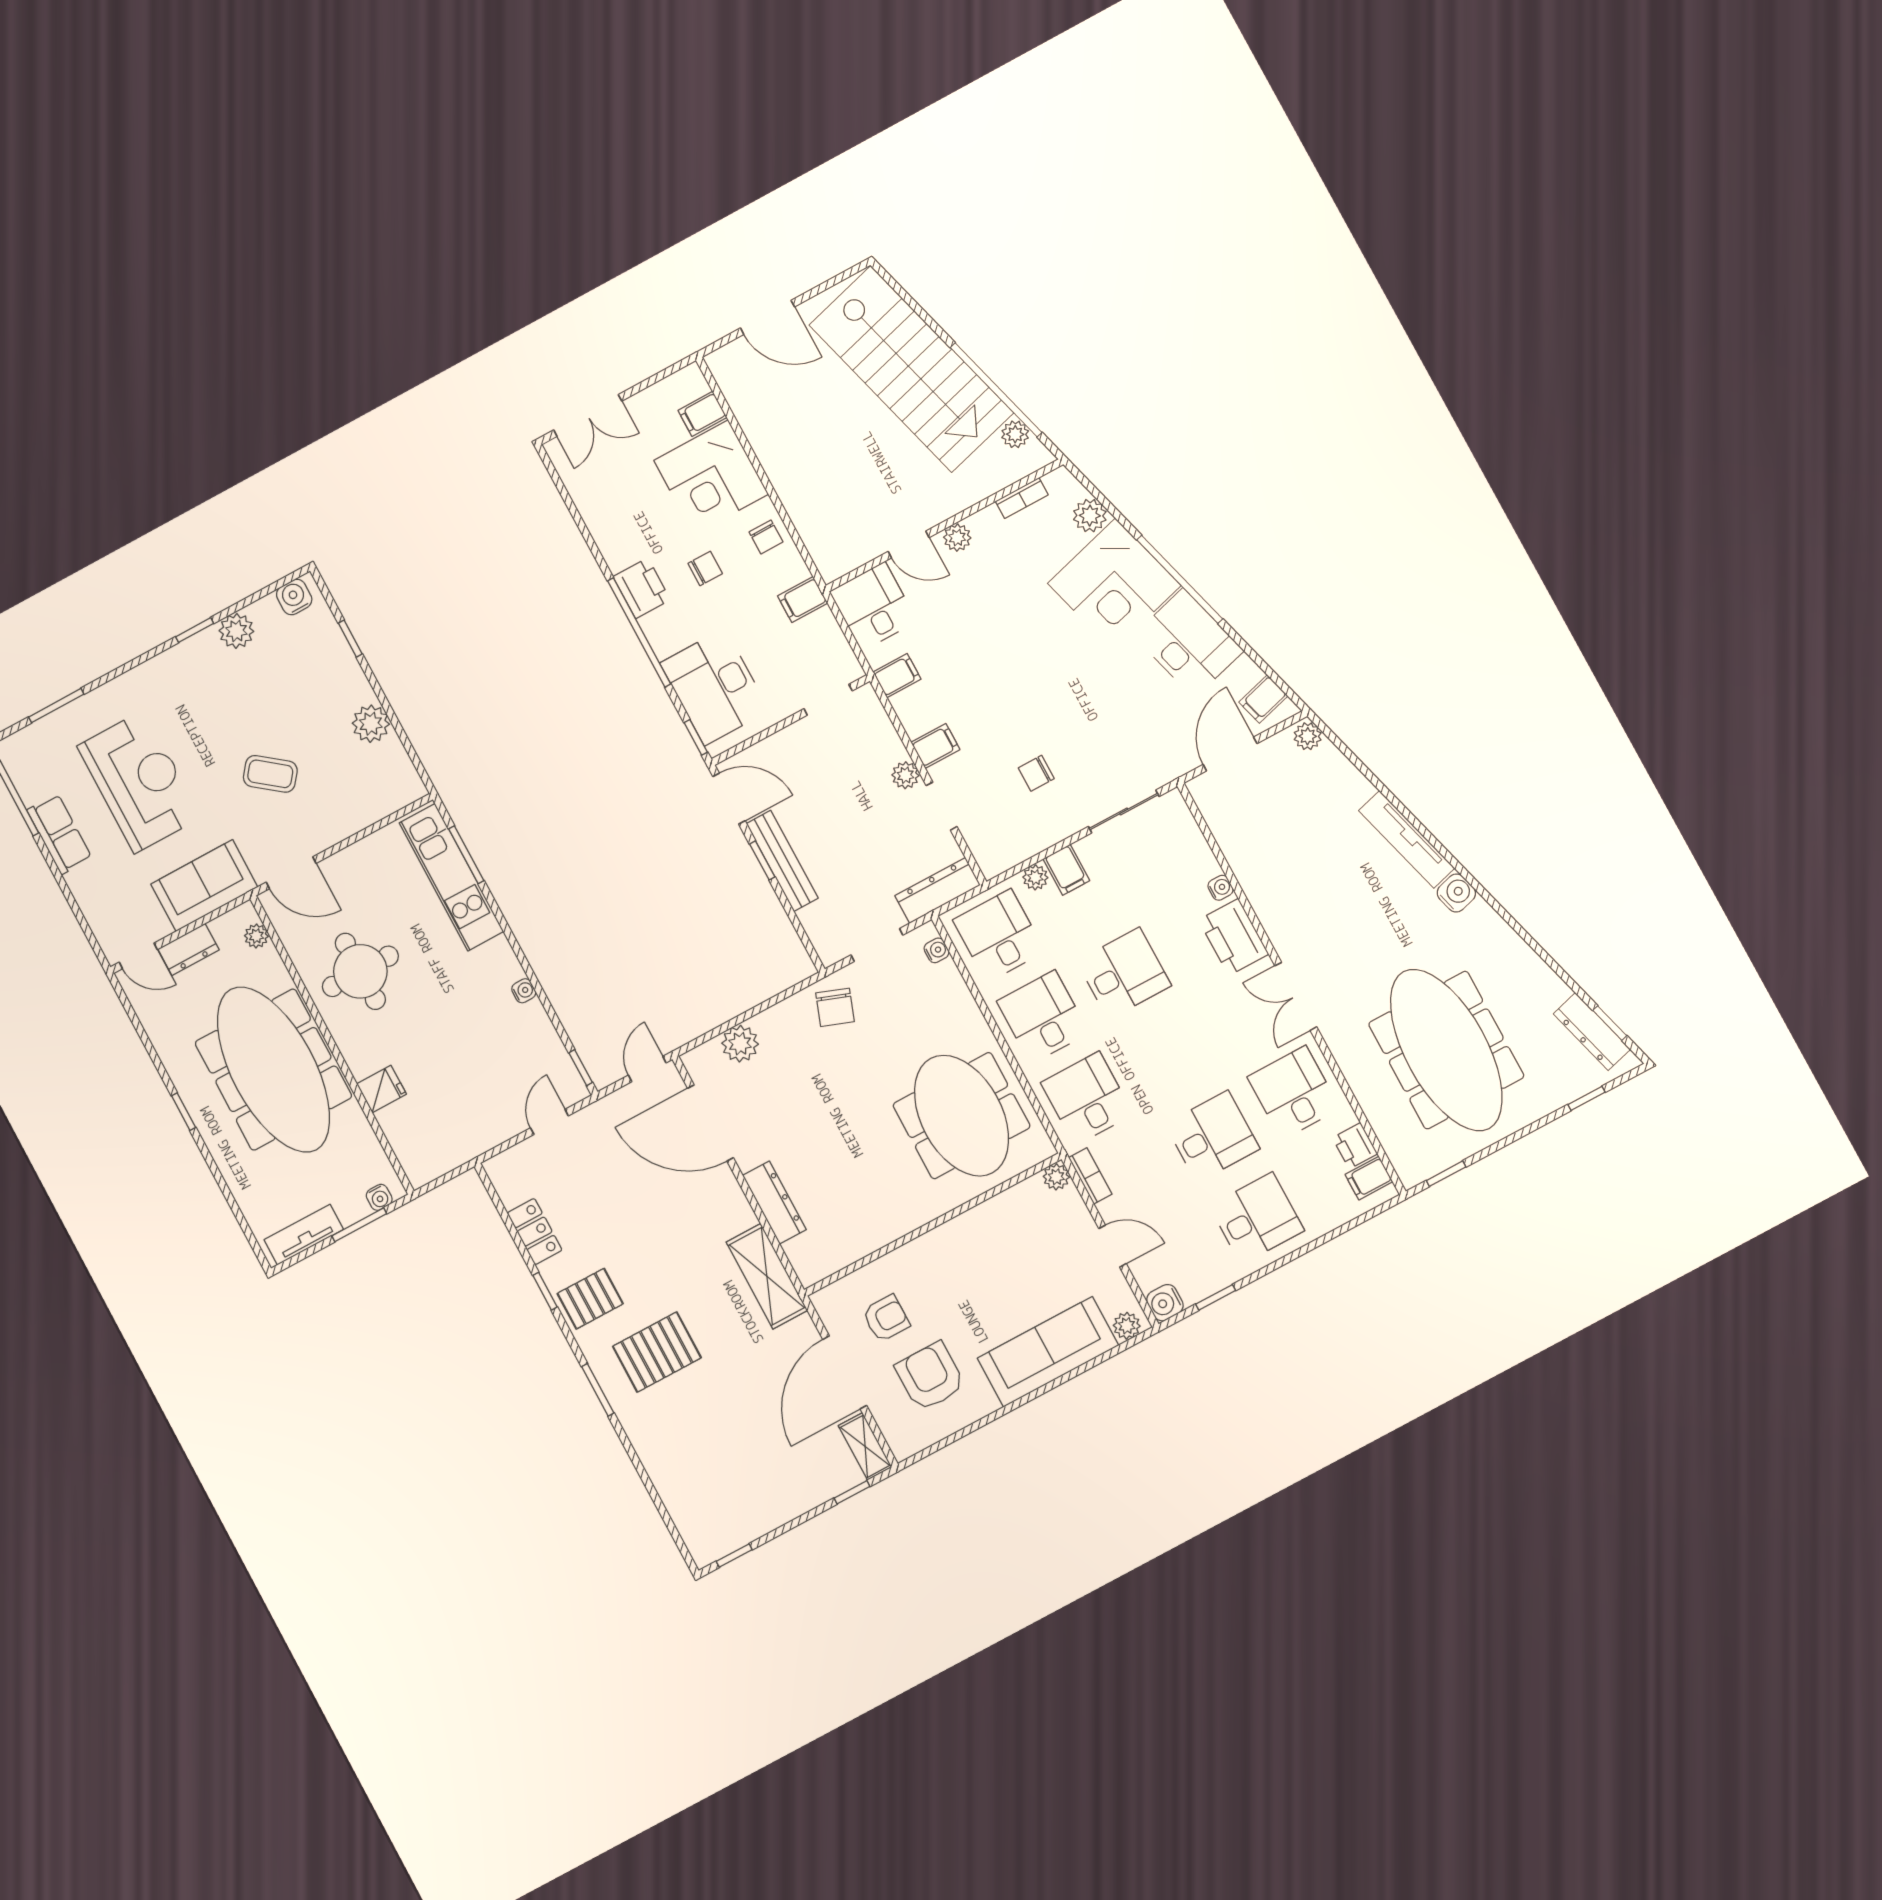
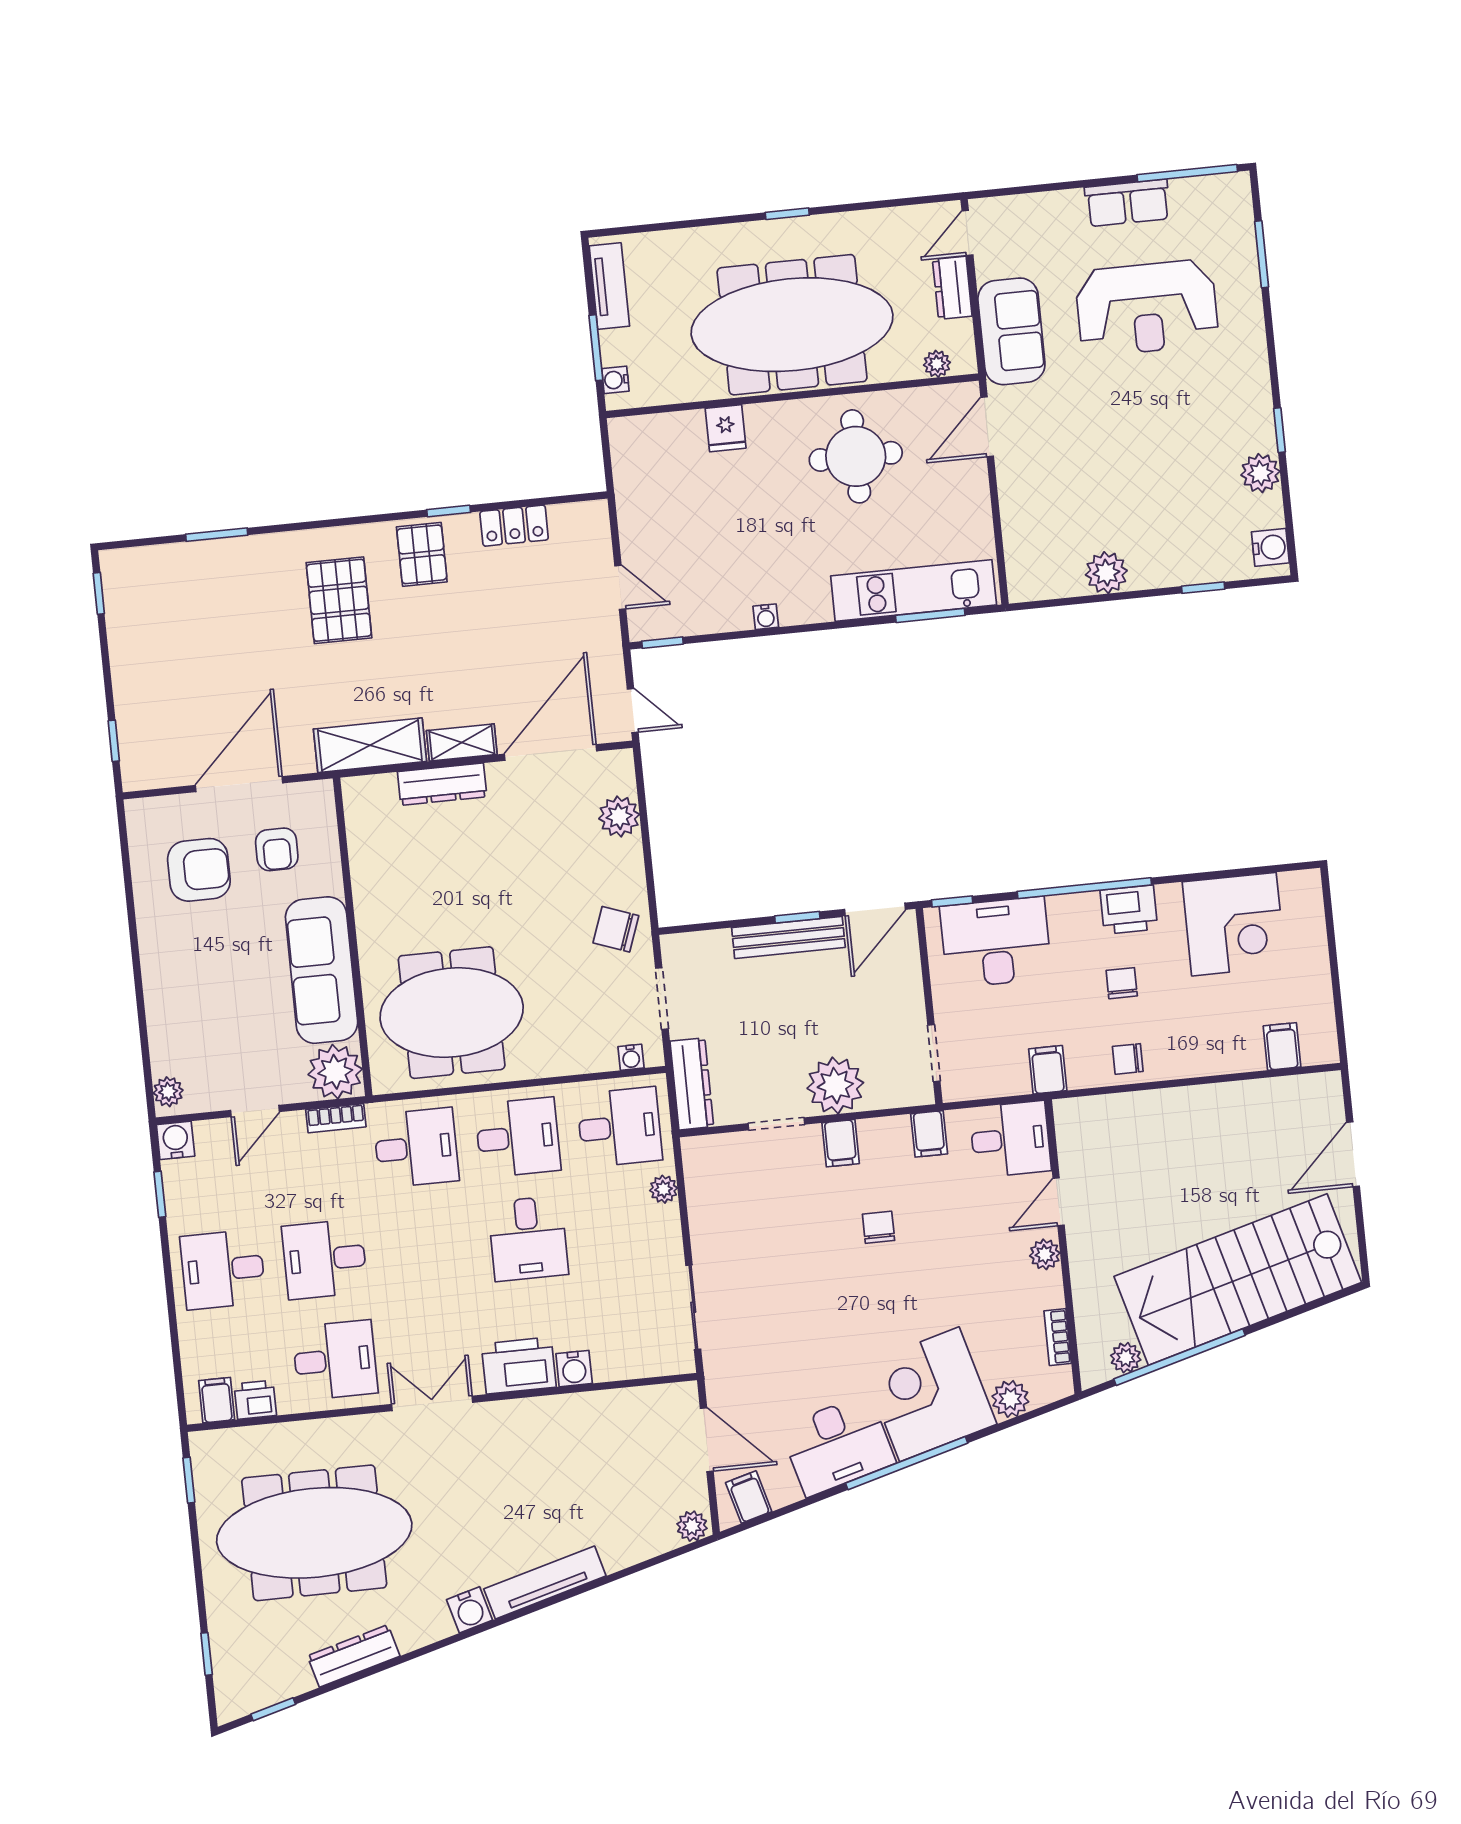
double door: (588, 416) -> (1330, 928), removed
corner desk: (711, 477) -> (1234, 924), moved, turned 180
chair: (705, 568) -> (1122, 983), turned 180
chair: (1036, 773) -> (879, 1227), moved
coffee table: (270, 774) -> (1098, 447), removed
plant: (905, 775) -> (835, 1085), width x1.88, depth x1.88
filing cabinet: (1066, 870) -> (658, 1224), removed
water cooler: (1220, 888) -> (574, 1369), width x1.38, depth x1.38
dresser: (1592, 1032) -> (354, 1656), moved
desk: (1212, 1136) -> (325, 1259), turned 90
plant: (1056, 1177) -> (335, 1072), width x1.87, depth x1.87
desk: (1257, 1218) -> (223, 1269), turned 90
sofa: (1048, 1352) -> (322, 970), moved, turned 180
door: (845, 1372) -> (239, 784), hinge flipped
window: (598, 1390) -> (217, 535), moved
shelving: (865, 1446) -> (462, 742), moved

